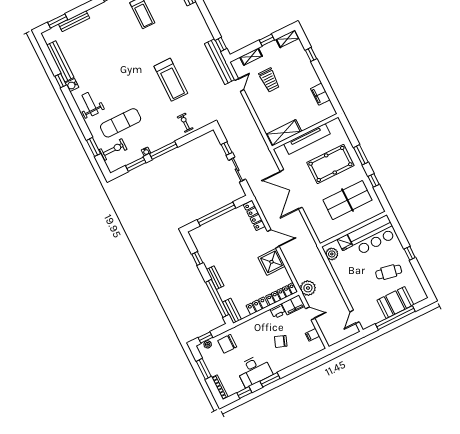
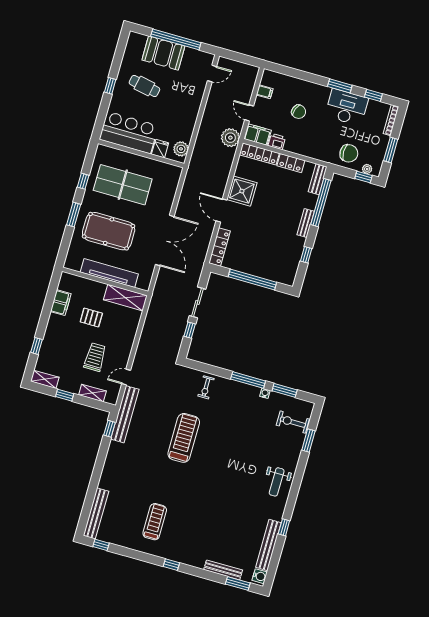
water cooler: (72, 85) -> (260, 576), moved
pallet: (293, 102) -> (91, 318), added
exercise mat: (121, 123) -> (264, 440), removed

